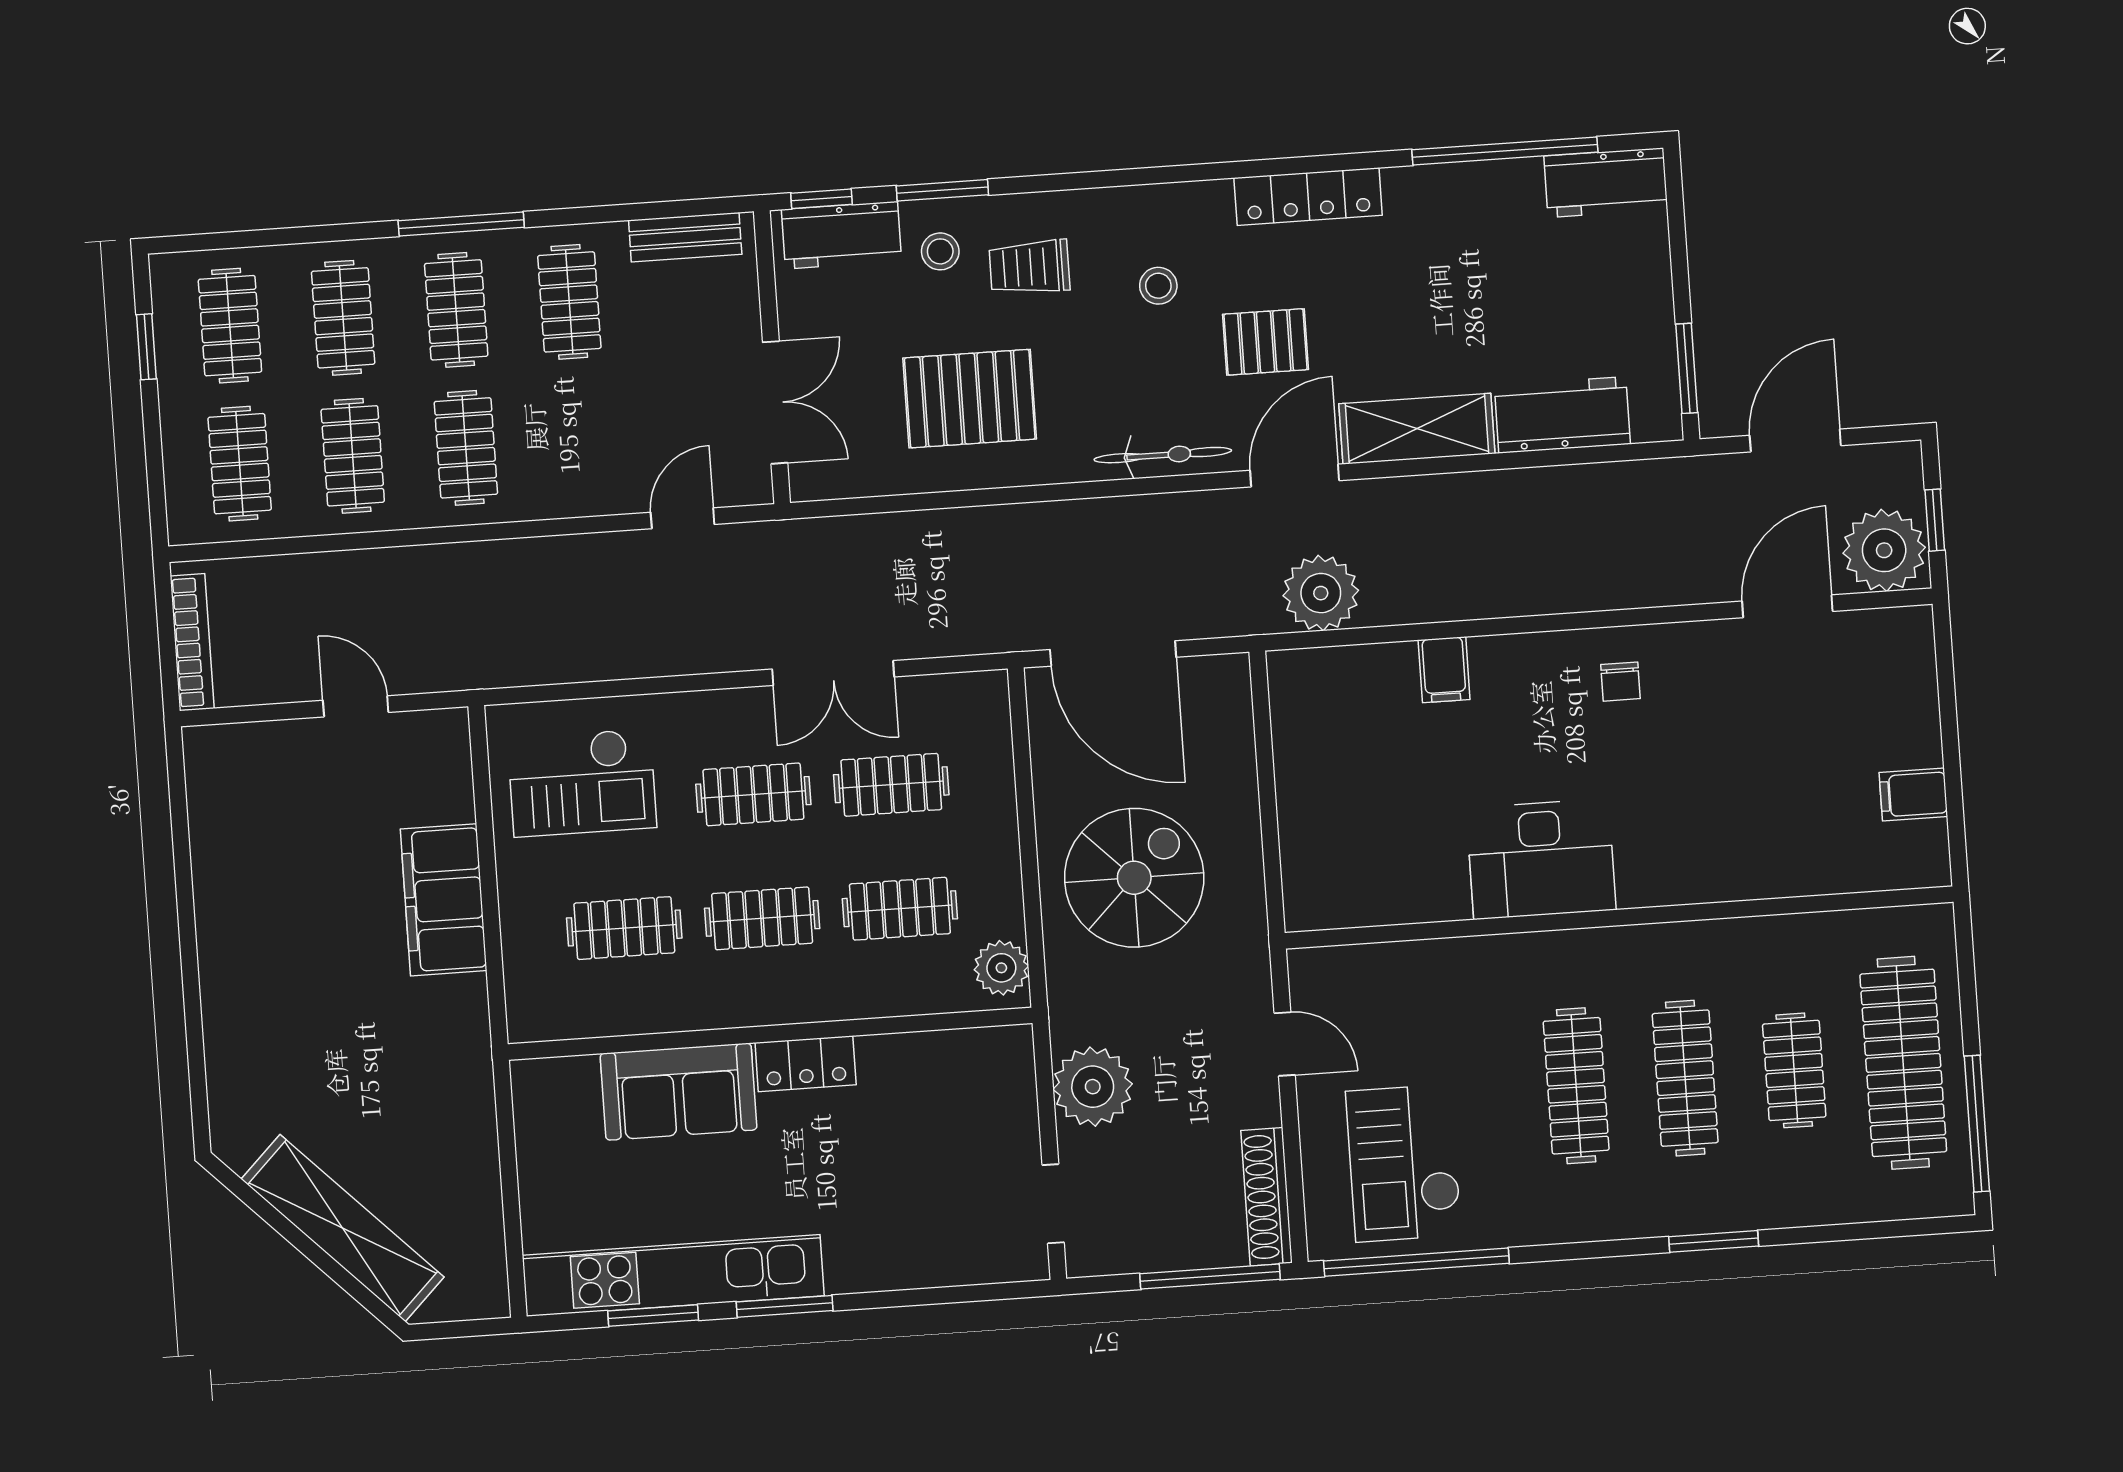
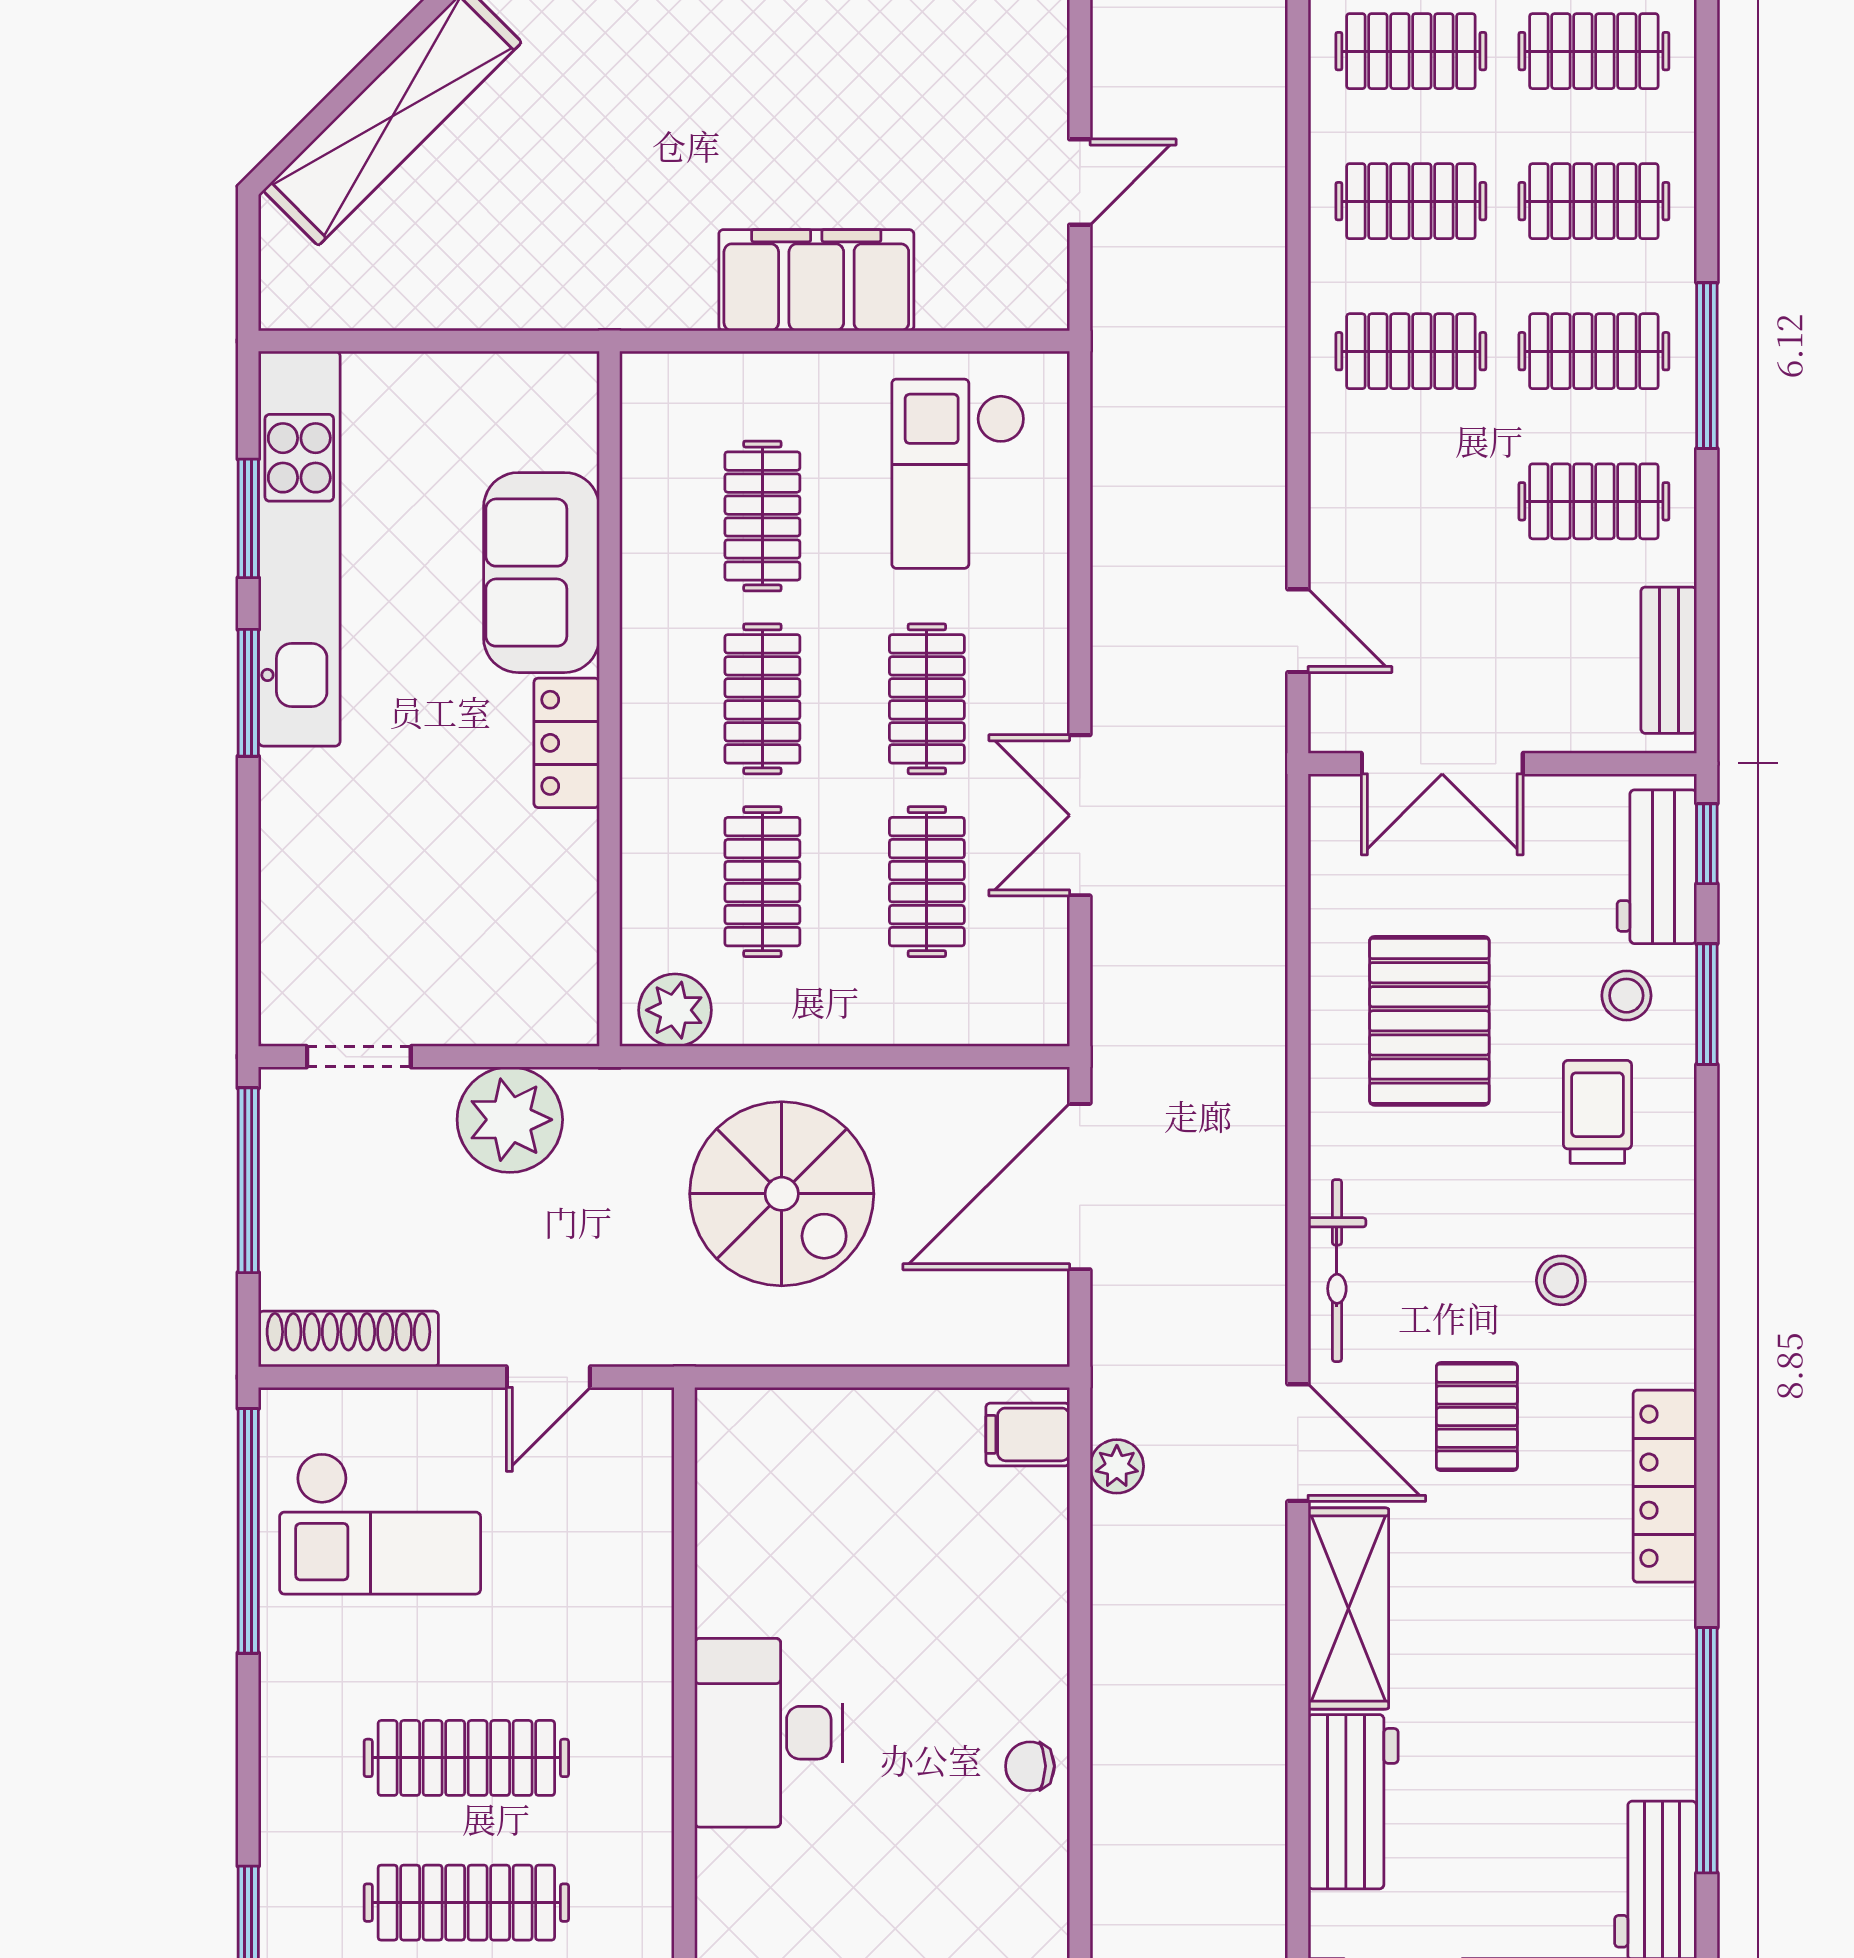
plant: (1321, 593) -> (1117, 1466), width x0.53, depth x0.53
filing cabinet: (1444, 670) -> (1028, 1434), moved
chair: (1621, 682) -> (1030, 1766), moved
checkout: (1404, 1163) -> (380, 1523), turned 180
window: (1210, 1277) -> (248, 1180), moved

